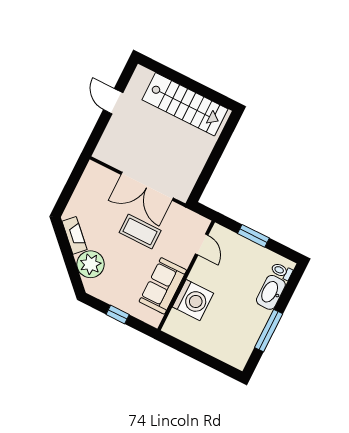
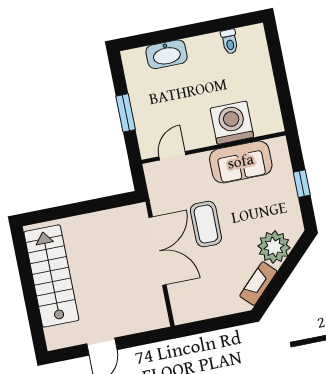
toilet: (282, 271) -> (230, 42), moved
window: (269, 331) -> (205, 28), removed

